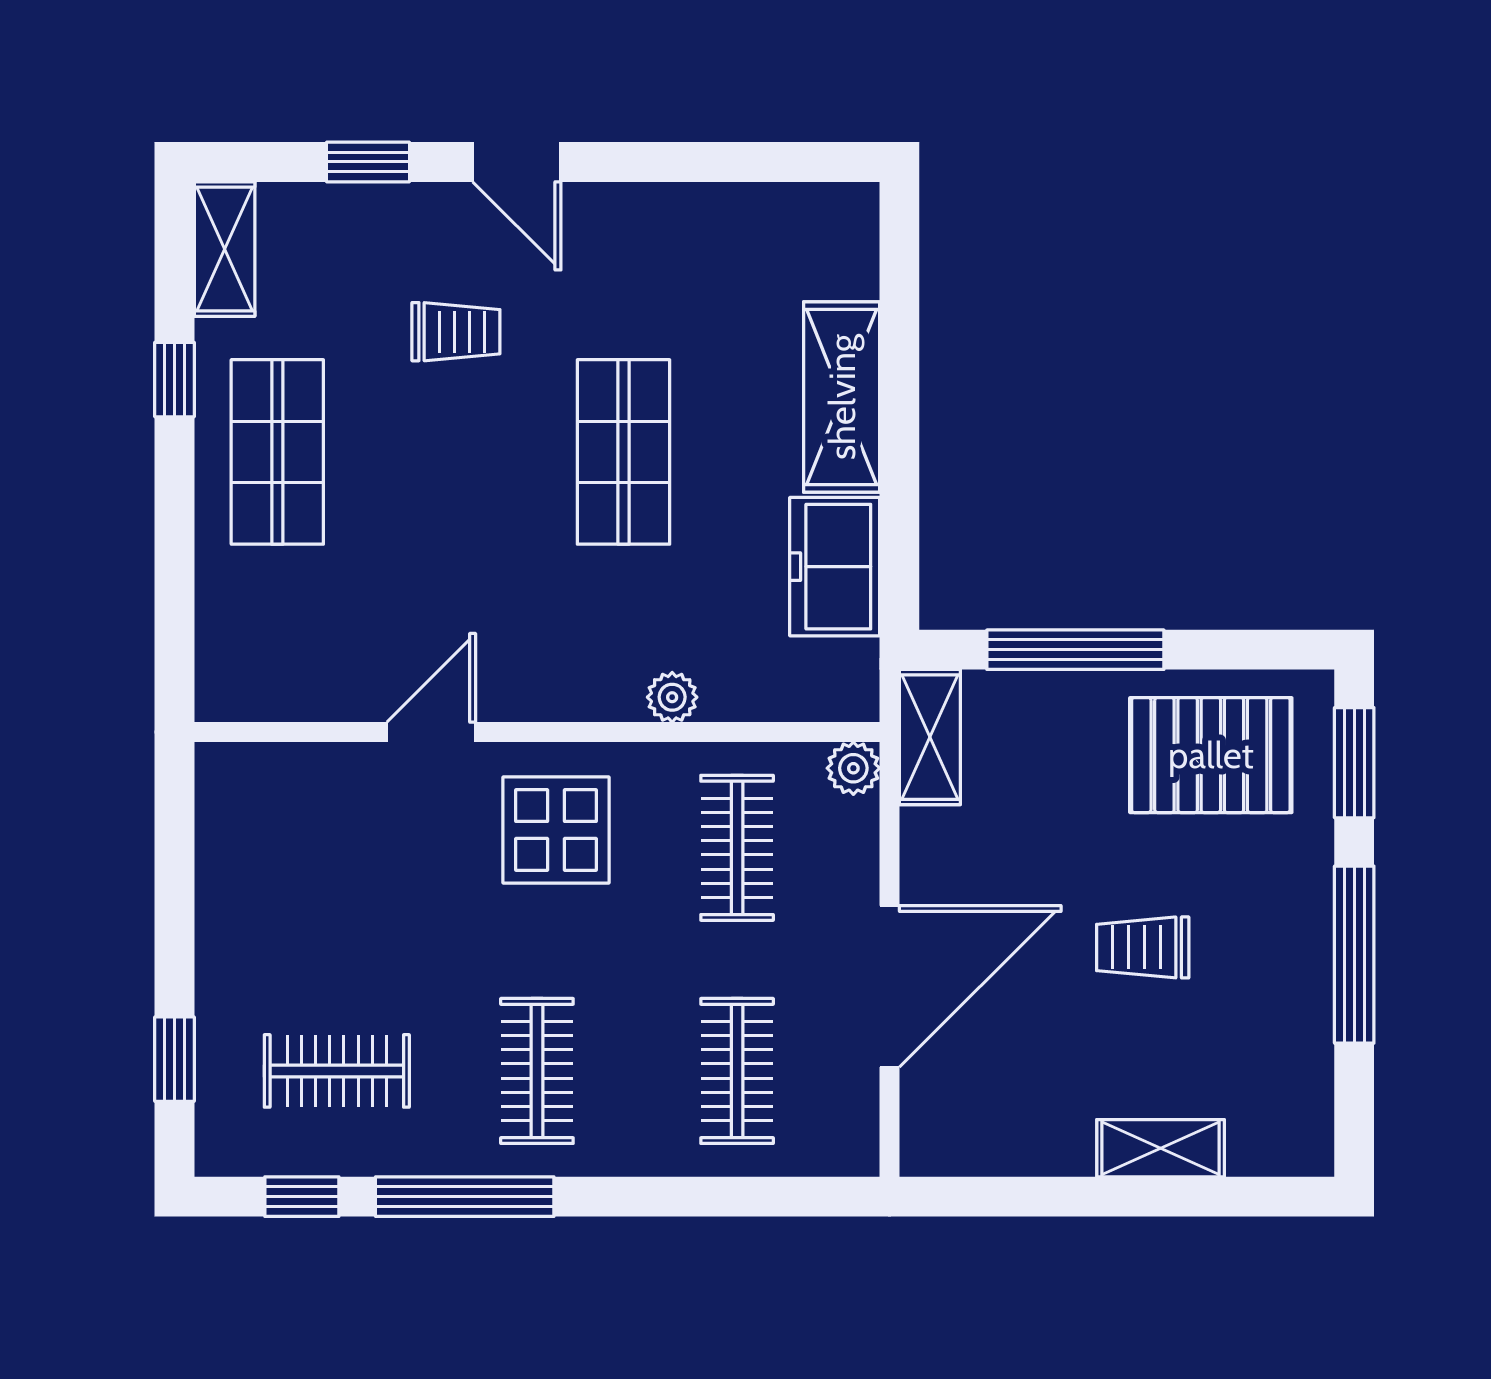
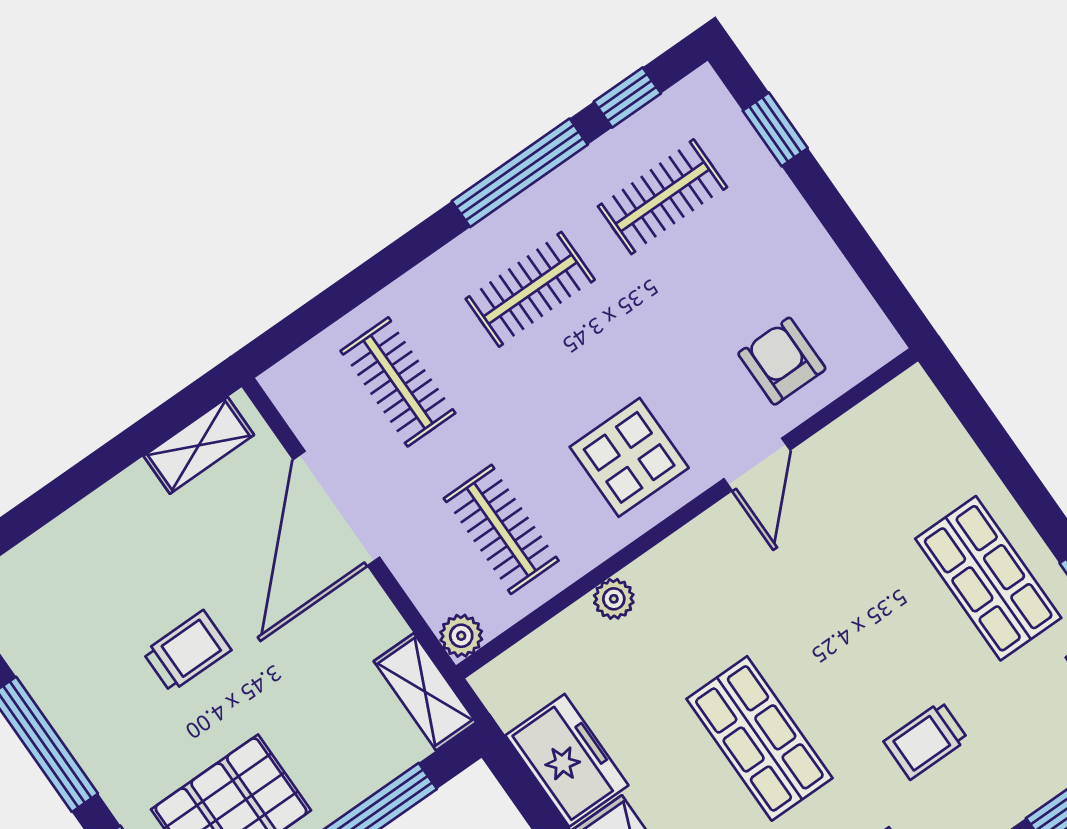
armchair: (332, 819) -> (782, 361), added
clothes rail: (537, 1071) -> (530, 289), turned 90
shelving: (1161, 1148) -> (199, 445), moved

